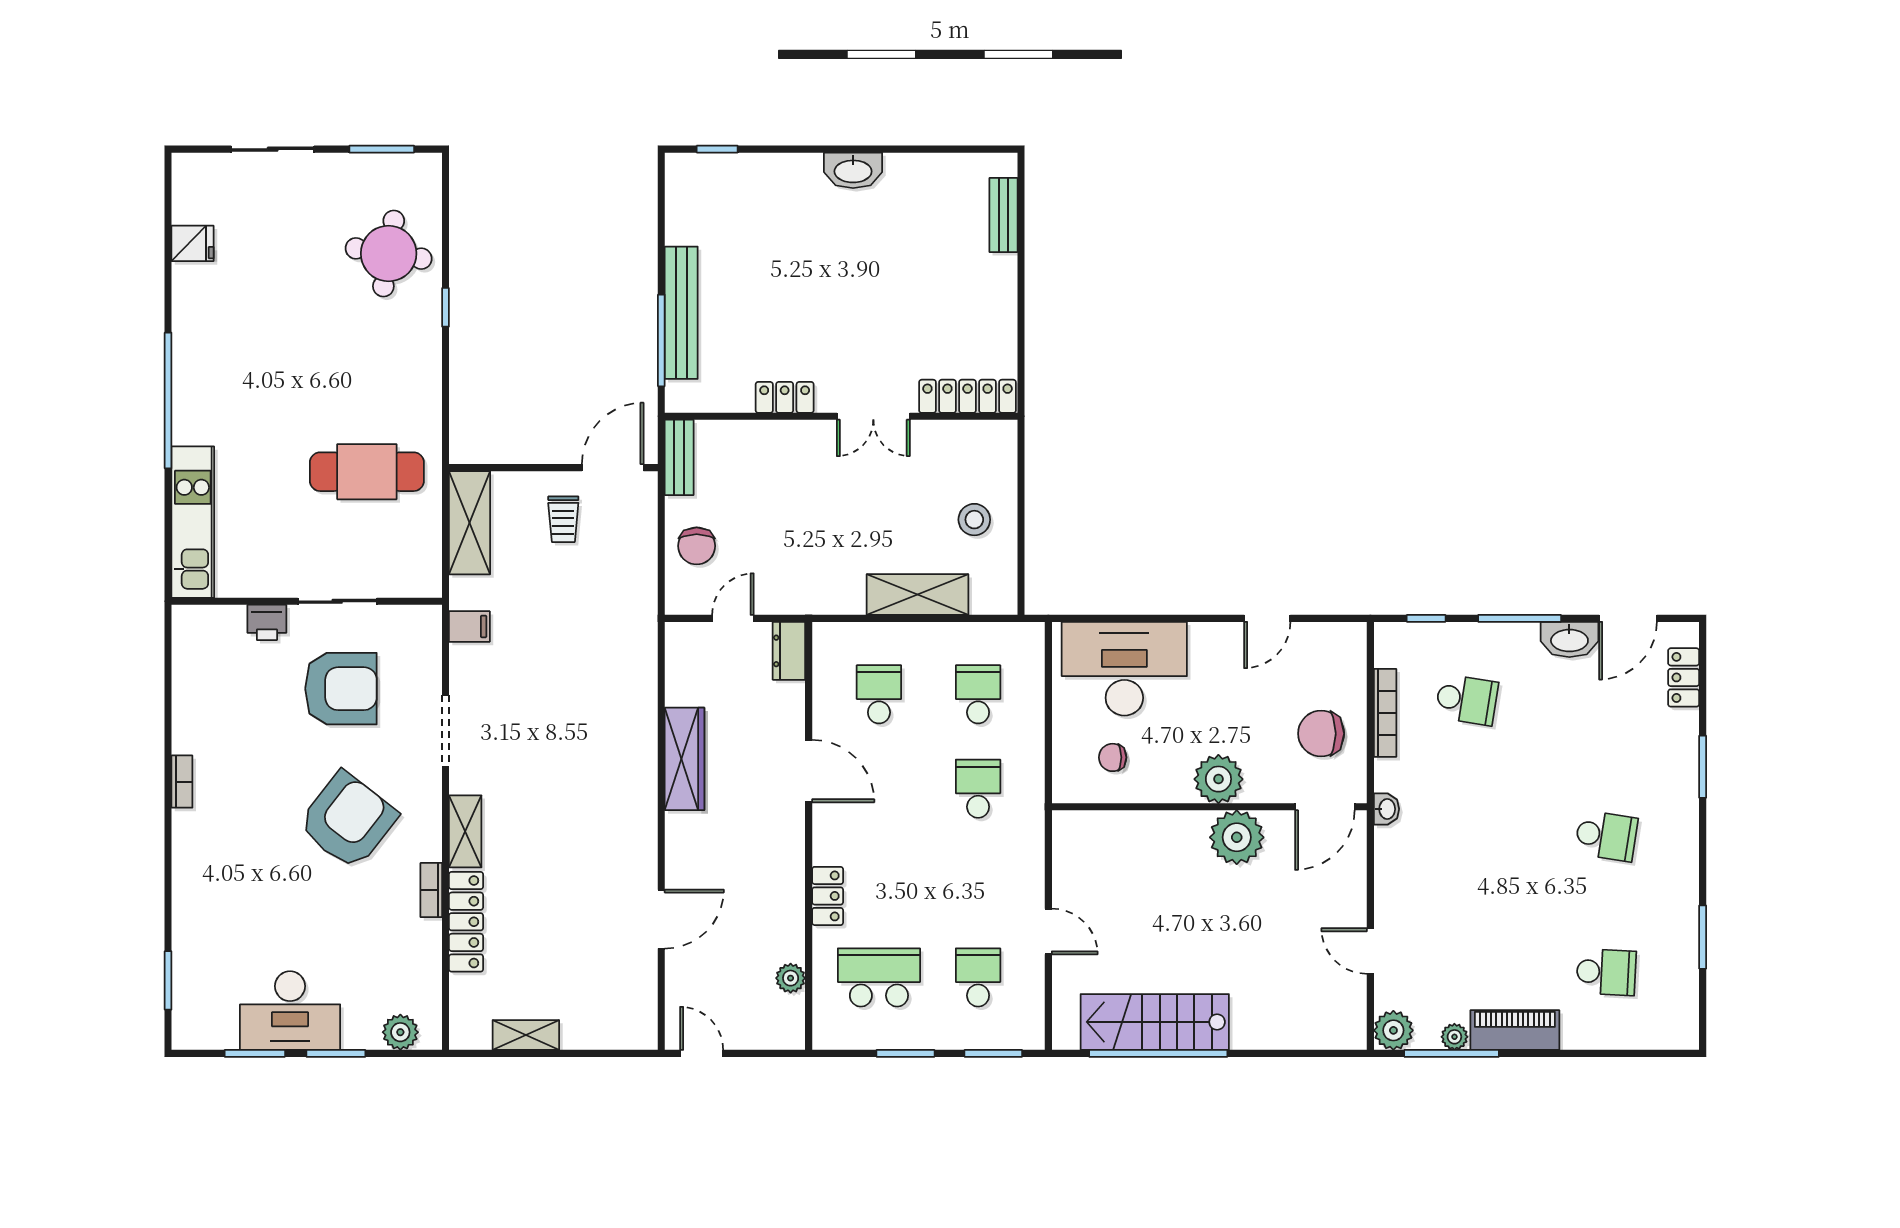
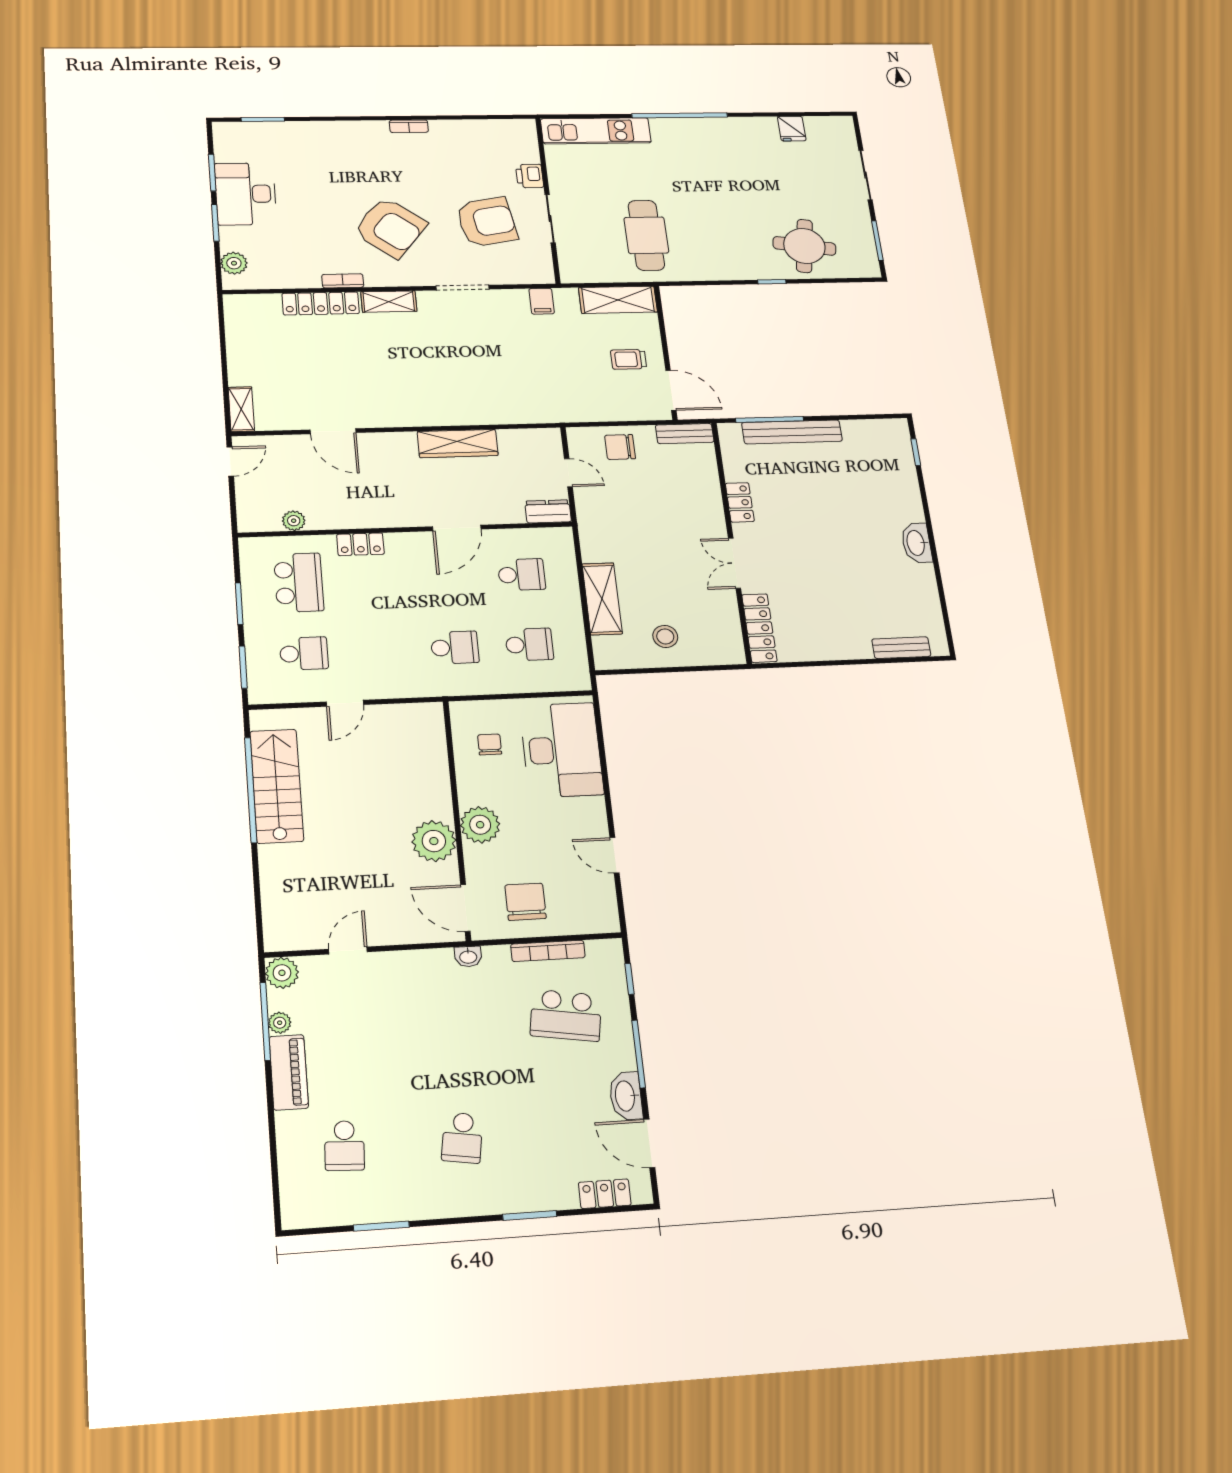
armchair: (341, 689) -> (487, 222), turned -100
school desk: (1467, 700) -> (566, 1015), width x1.85
shelving: (526, 1035) -> (241, 409), moved

